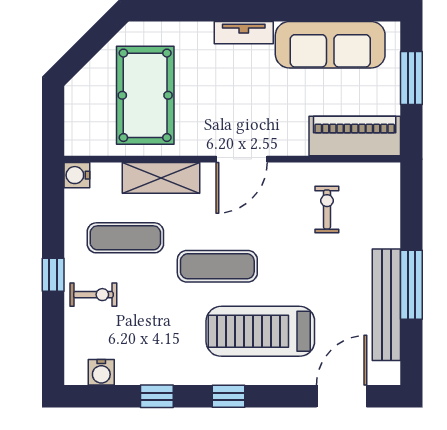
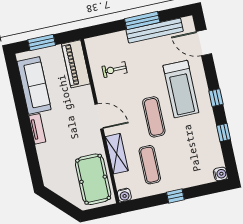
pool table: (145, 95) -> (93, 179), moved, turned 90
exercise bike: (93, 295) -> (181, 174), removed
water cooler: (101, 372) -> (220, 174), moved

